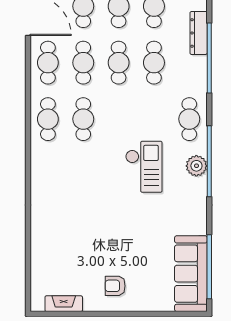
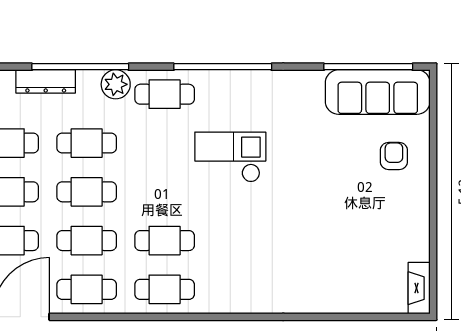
plant: (196, 166) -> (116, 84), moved
armchair: (115, 286) -> (394, 156), moved, turned 180
fireplace: (64, 304) -> (419, 288), moved

